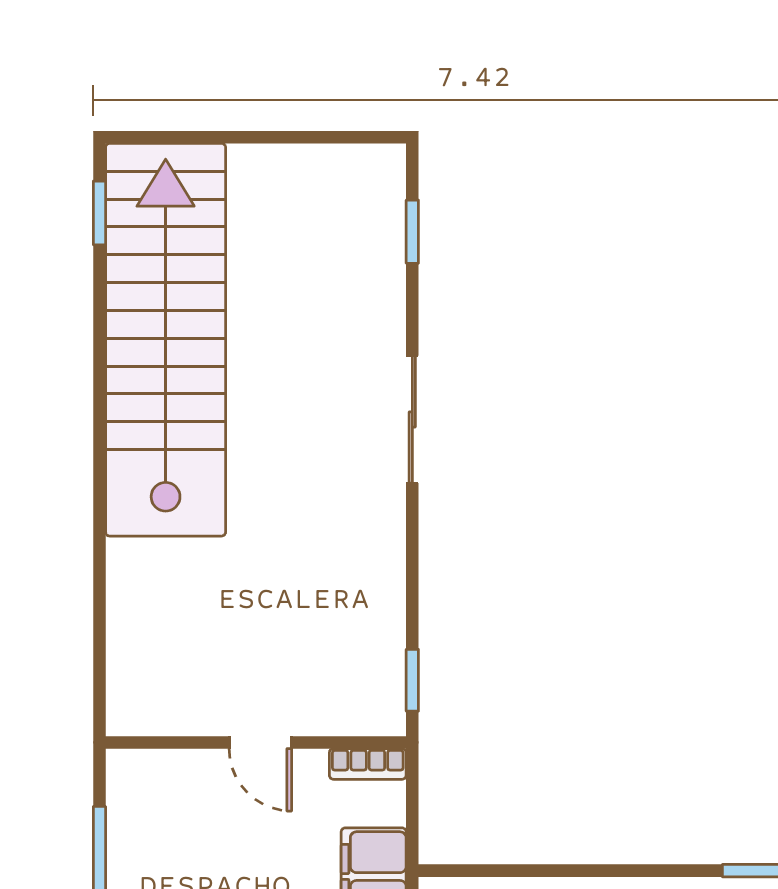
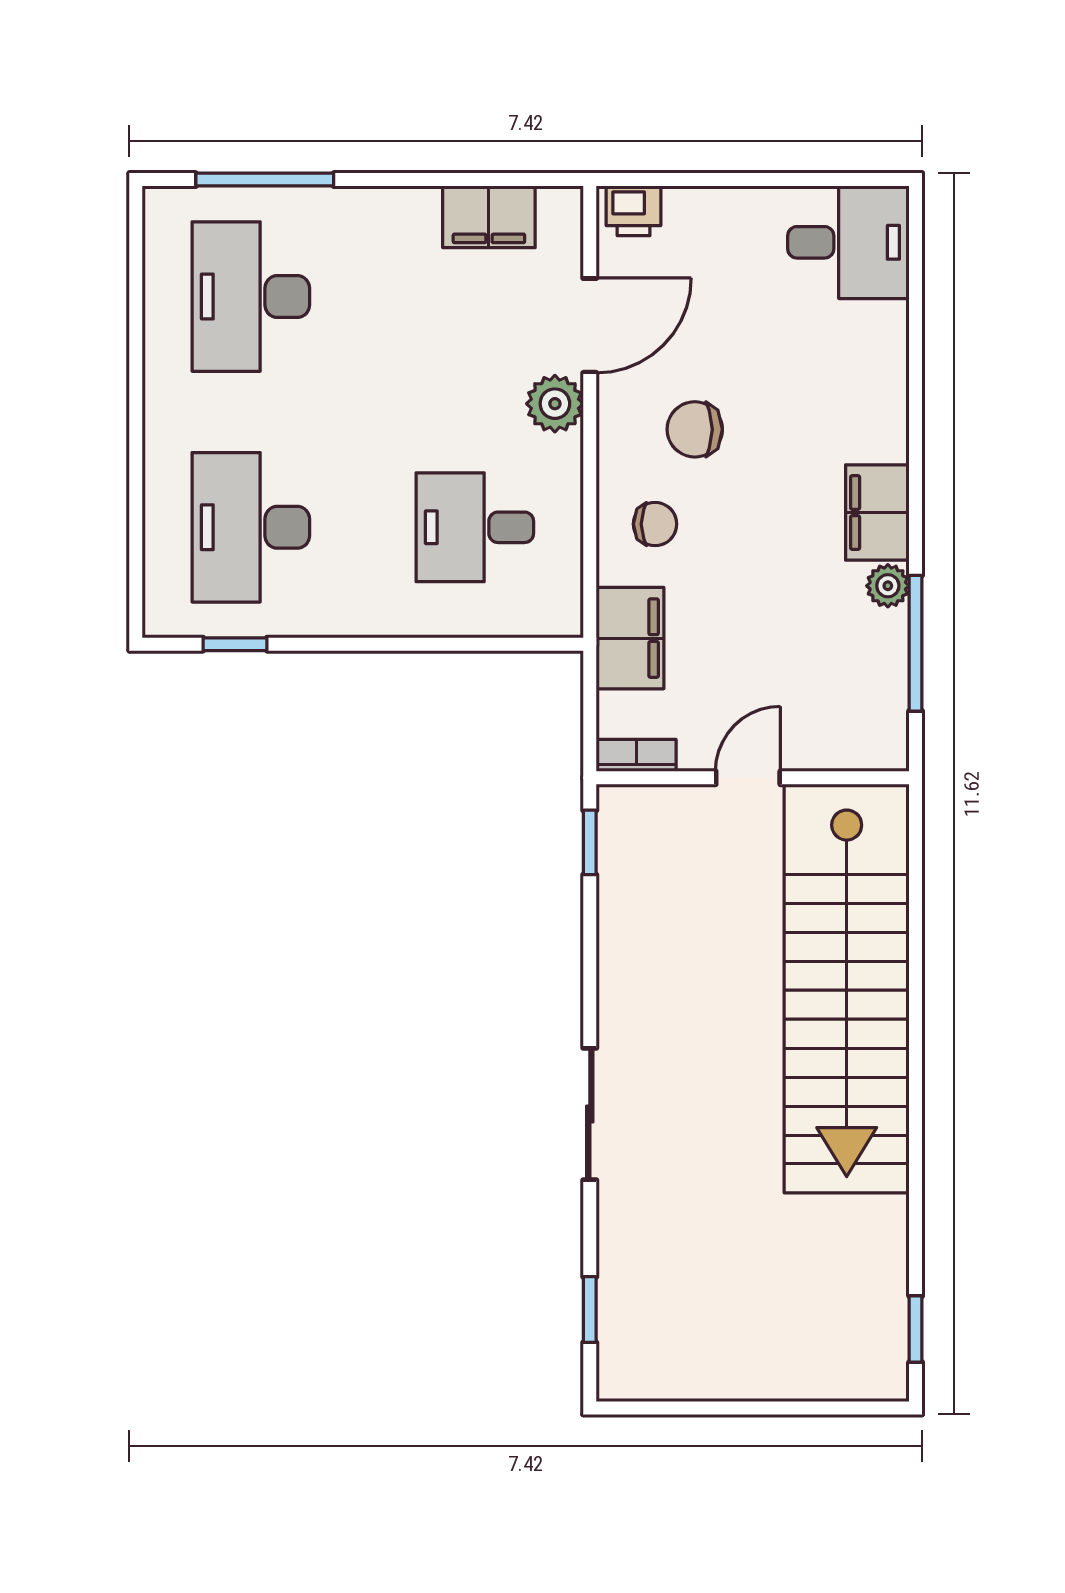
stairs: (166, 340) -> (847, 989), moved
door: (260, 742) -> (748, 778), hinge flipped

